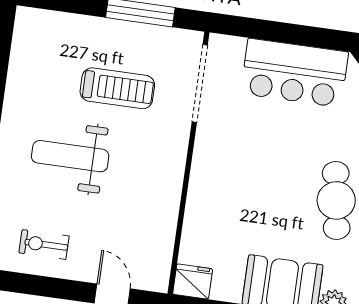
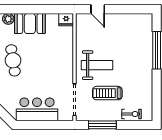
weight bench: (70, 156) -> (97, 65), moved
exercise bike: (44, 244) -> (132, 114), moved

